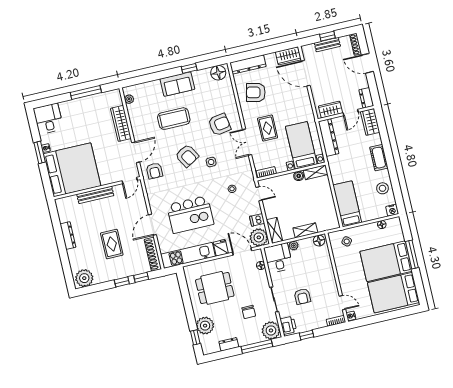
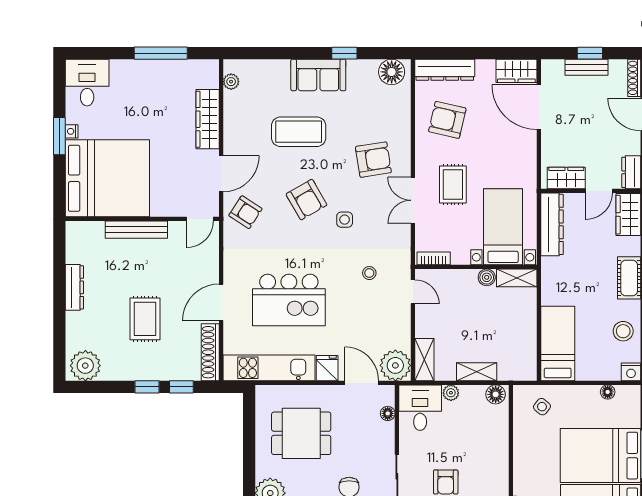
armchair: (154, 171) -> (245, 212), turned -57
dishwasher: (257, 220) -> (399, 335), removed

